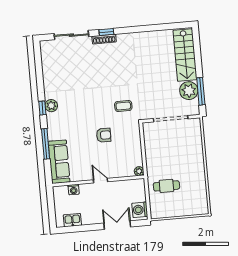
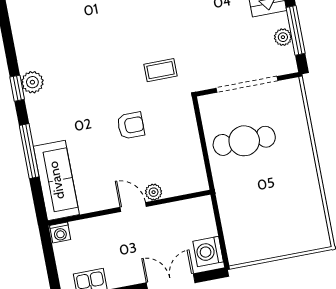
plant: (189, 91) -> (283, 37), width x0.53, depth x0.53
plant: (139, 171) -> (154, 192), moved
cafe table: (166, 186) -> (244, 141), moved, width x1.37, depth x1.35
washing machine: (74, 190) -> (60, 233), moved

